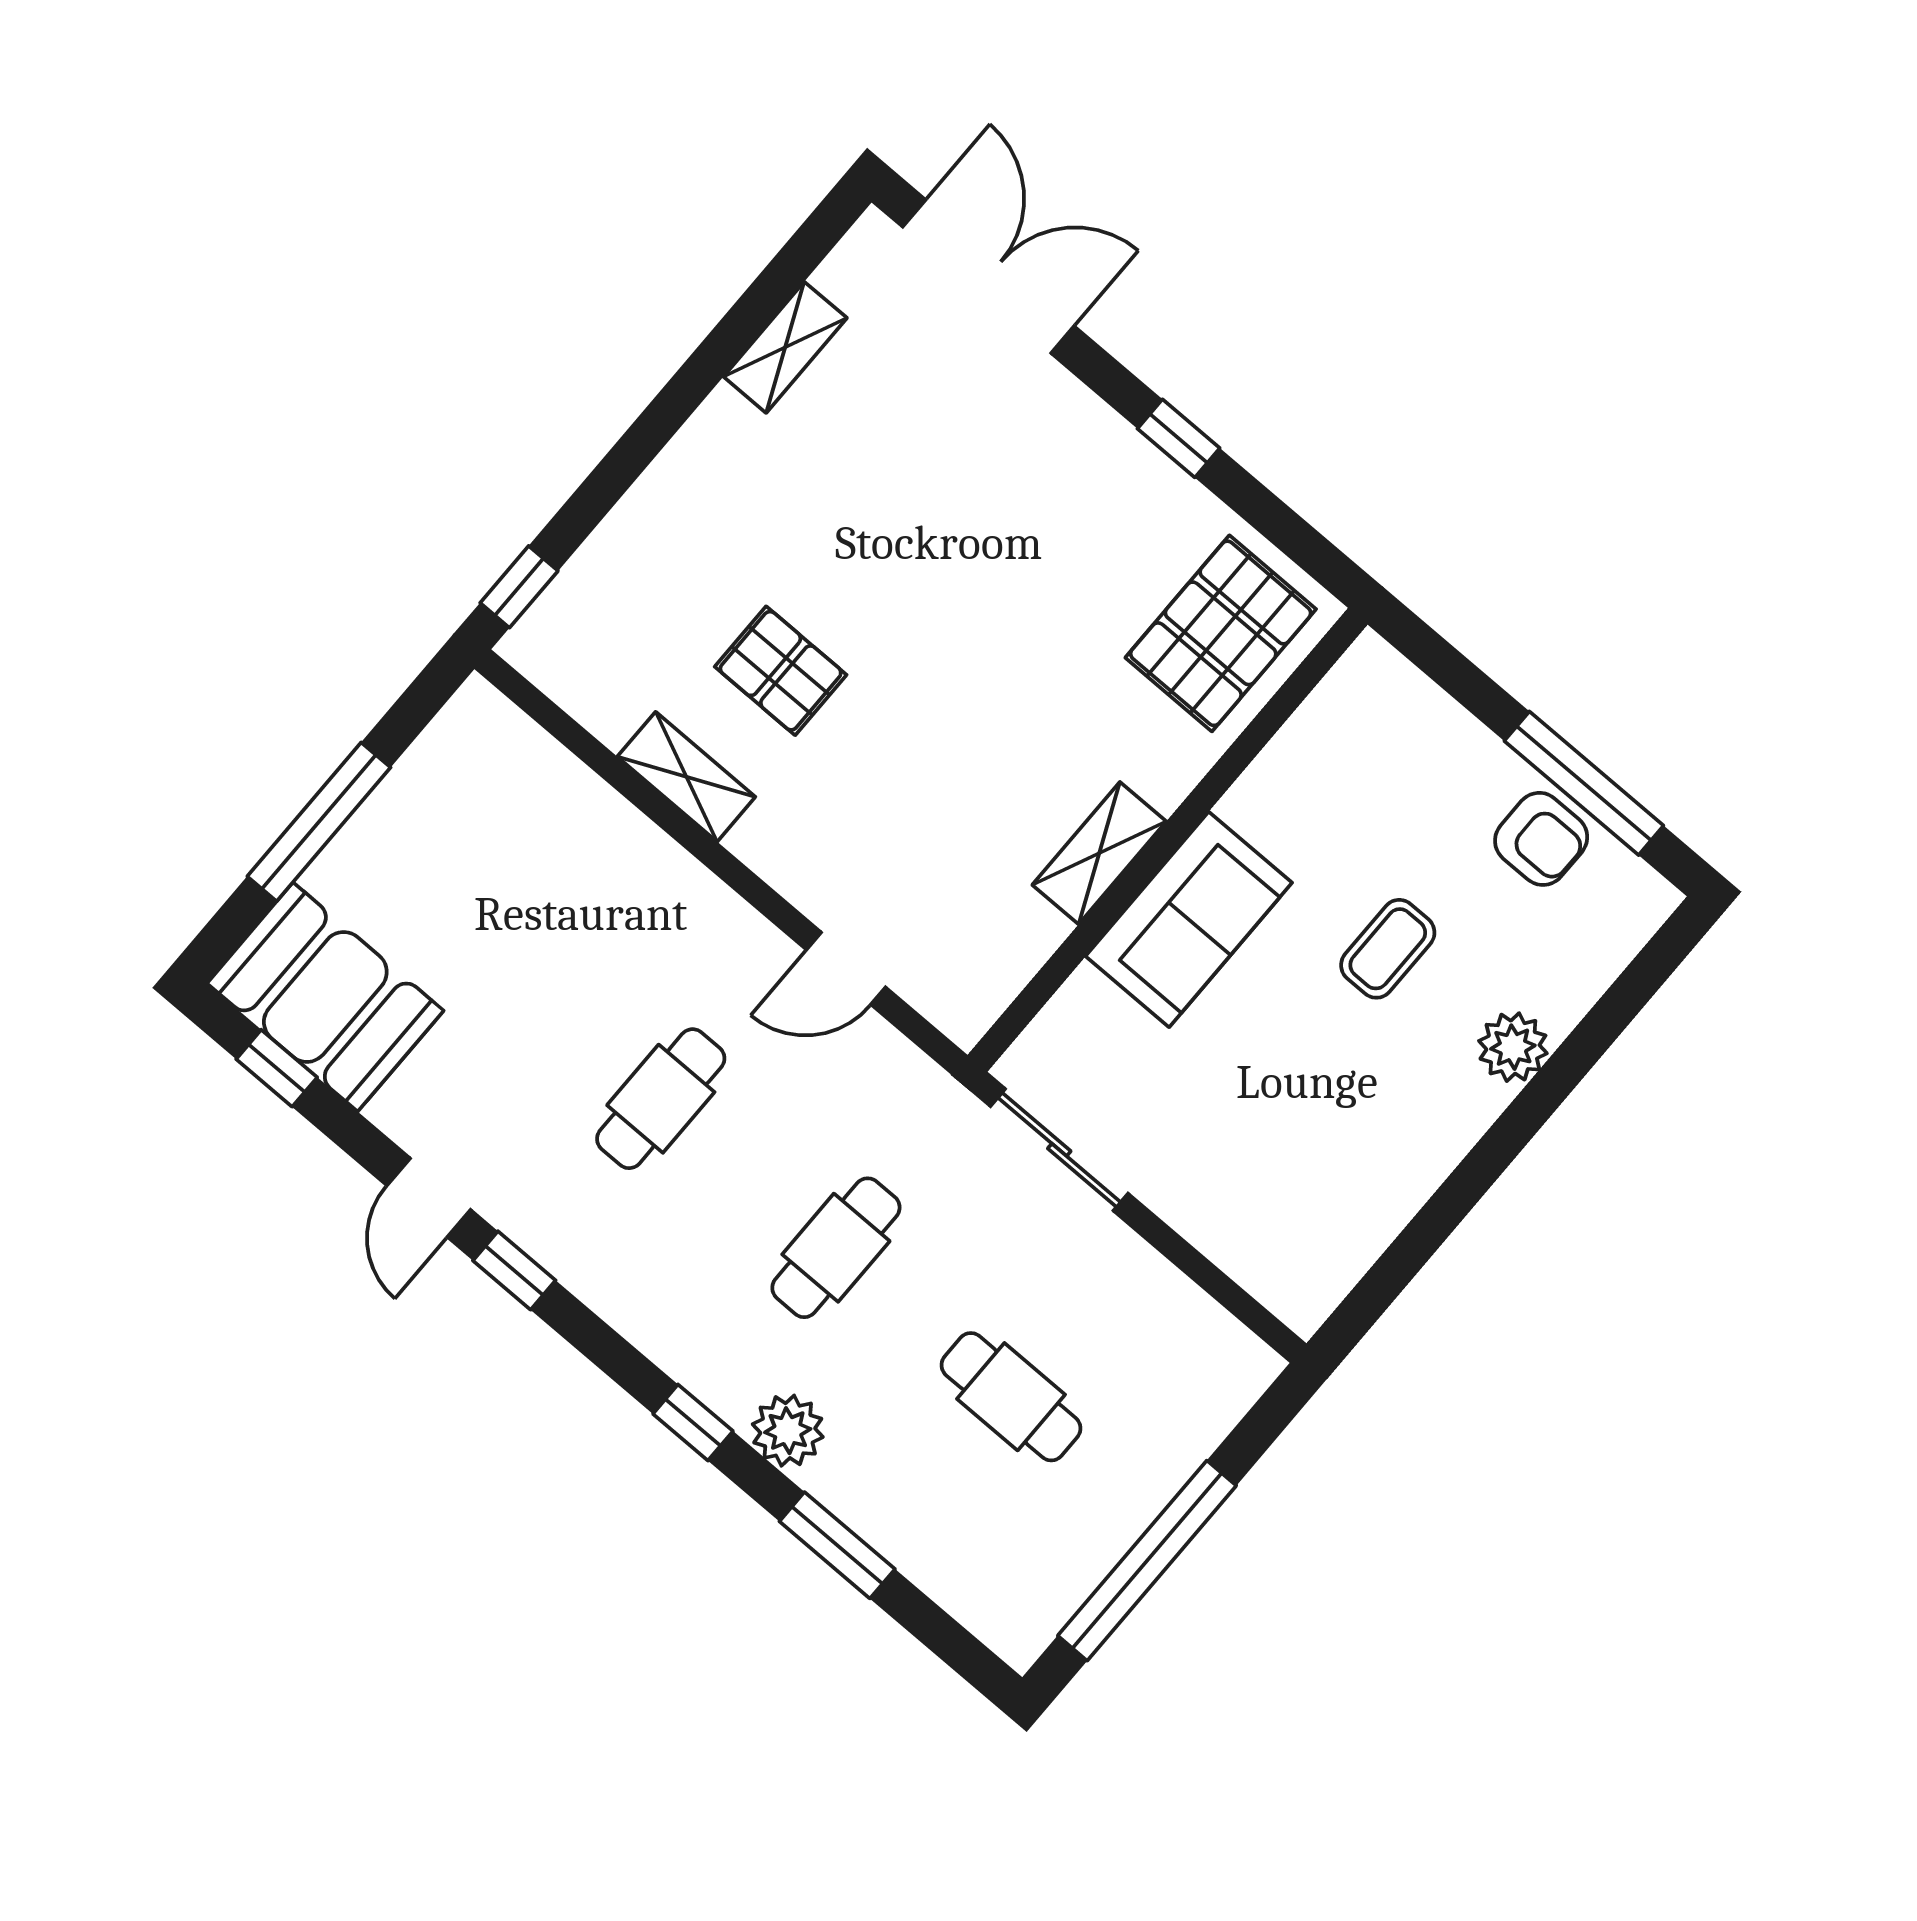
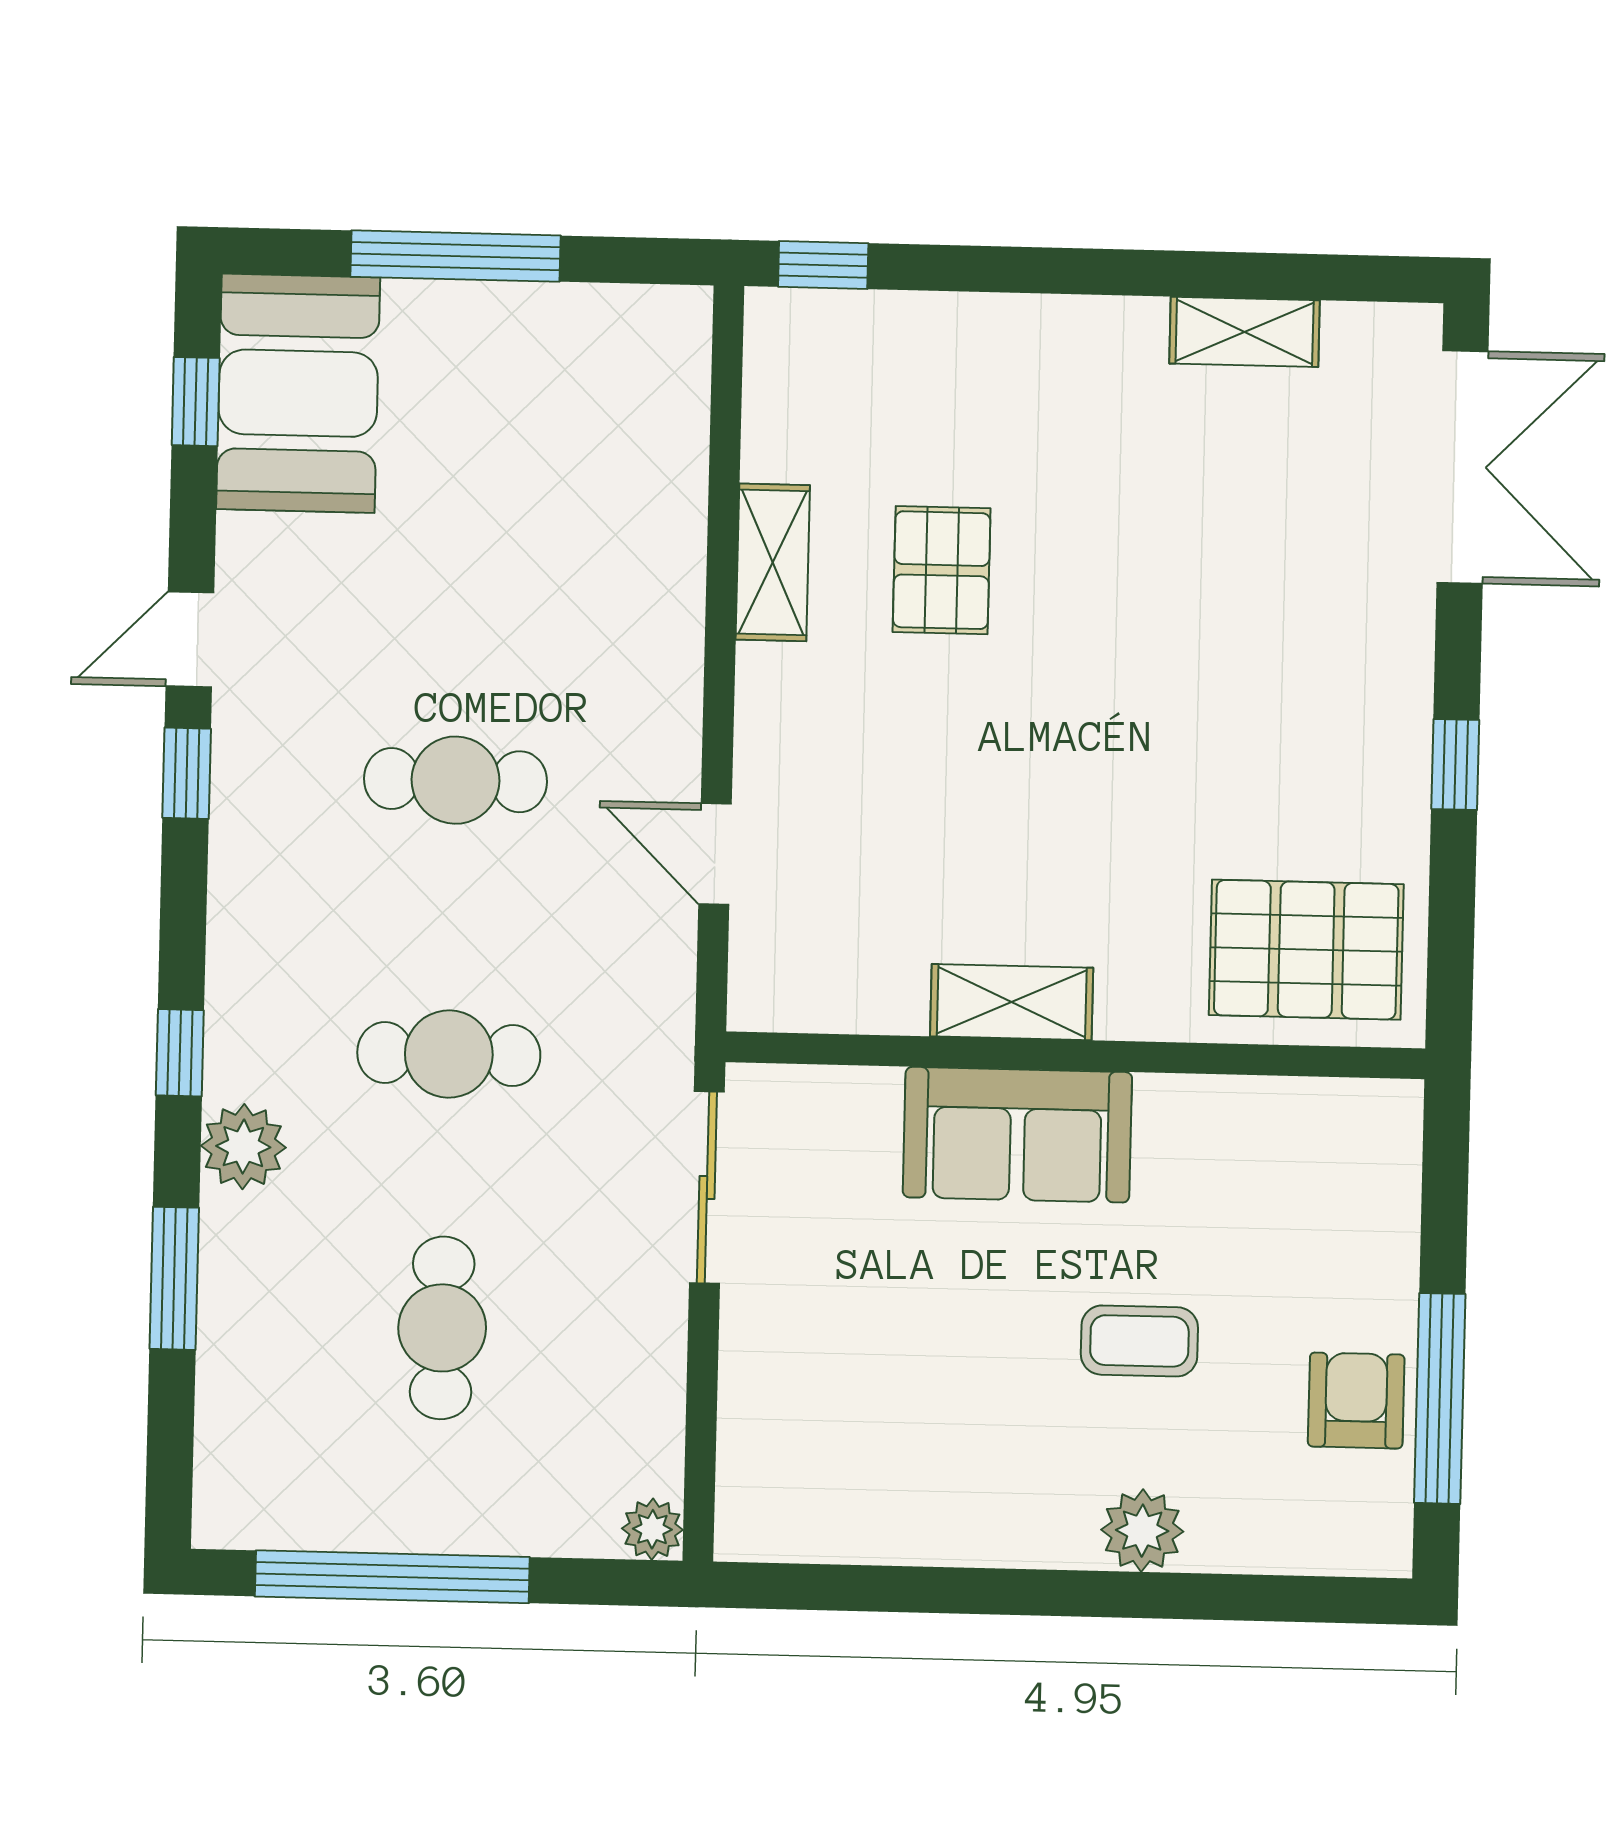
armchair: (1541, 839) -> (1356, 1401), turned 180
plant: (1253, 1366) -> (652, 1529), added

